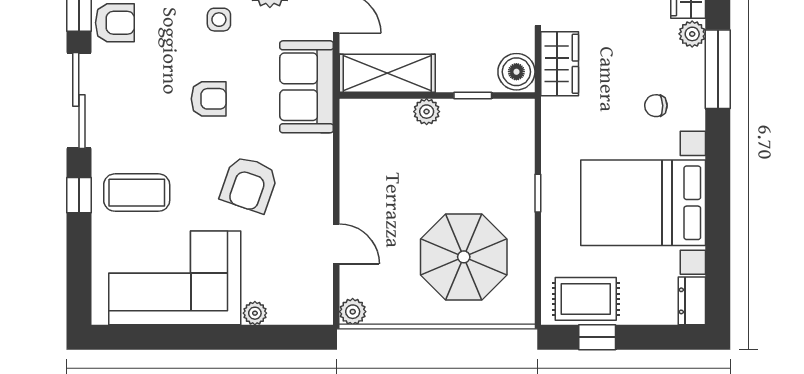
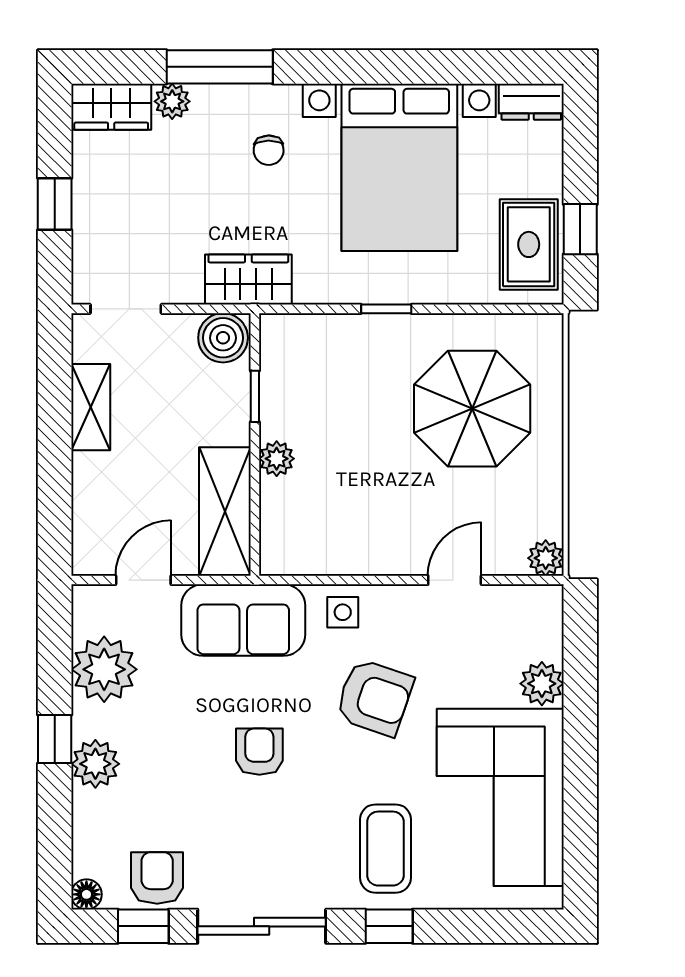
side table: (219, 20) -> (343, 612), moved
wardrobe: (560, 64) -> (248, 280), moved
plant: (255, 313) -> (542, 684), width x1.38, depth x1.38

